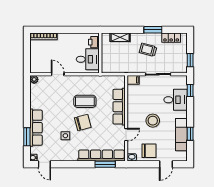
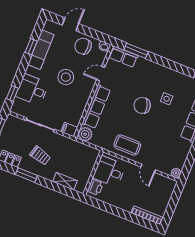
plant: (119, 81) -> (85, 134), added
coffee table: (85, 101) -> (127, 145), moved
row of seats: (101, 155) -> (123, 57), width x0.50

